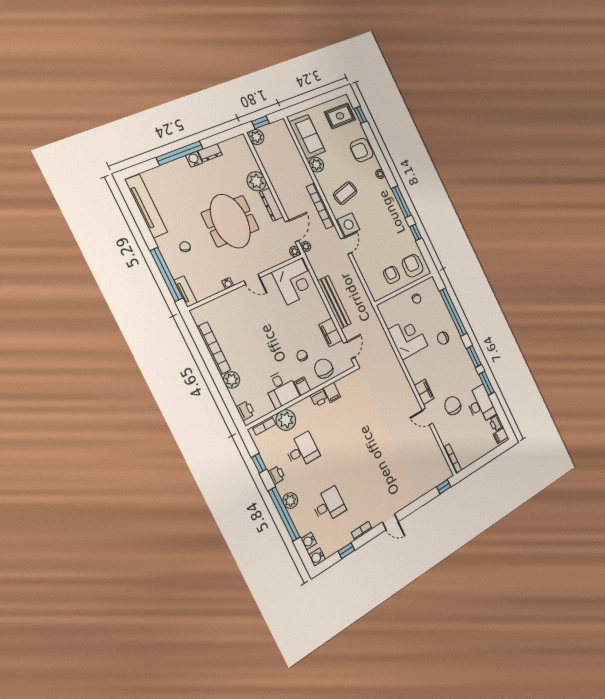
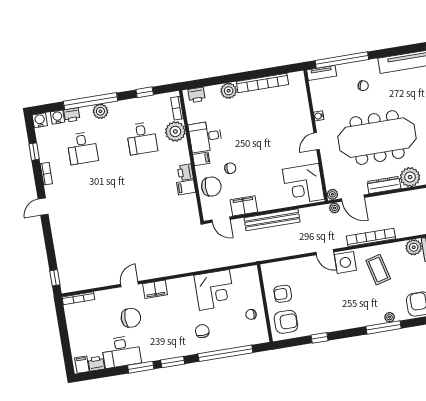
window: (401, 202) -> (383, 327), moved
meeting table: (230, 221) -> (377, 138), width x1.36
armchair: (392, 275) -> (283, 294), turned 180
printer: (277, 475) -> (72, 115), moved

